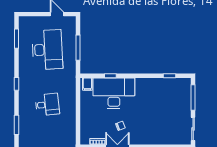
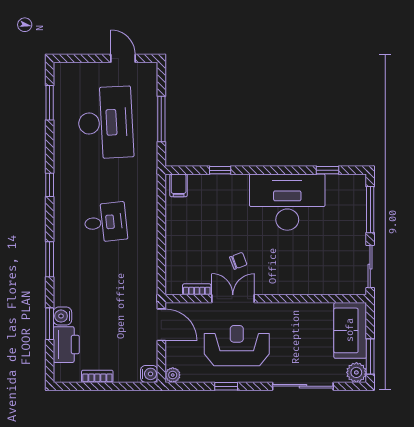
desk: (114, 93) -> (287, 202), moved

